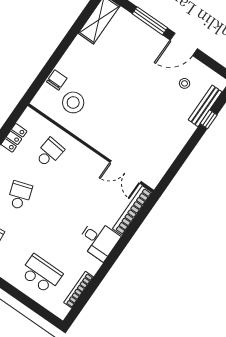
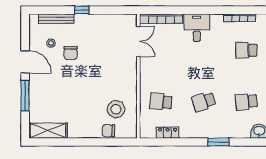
chair: (161, 96) -> (71, 53), added
window: (209, 119) -> (82, 10), moved
school desk: (41, 274) -> (246, 50), width x0.54

